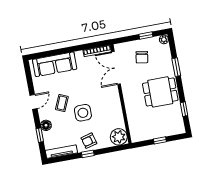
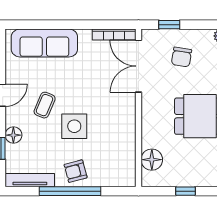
window: (146, 36) -> (169, 25), moved
floor lamp: (135, 125) -> (152, 160), added
plant: (119, 137) -> (123, 174), removed
window: (88, 154) -> (70, 191), width x3.17

